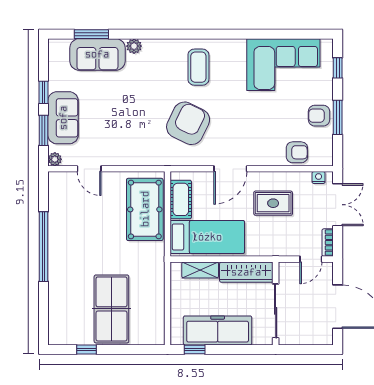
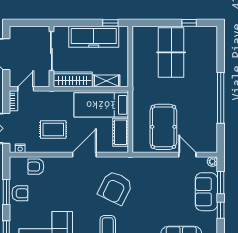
pool table: (145, 209) -> (163, 127), moved

